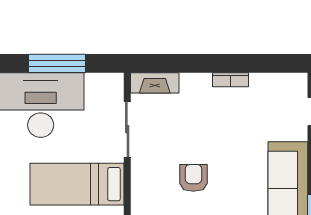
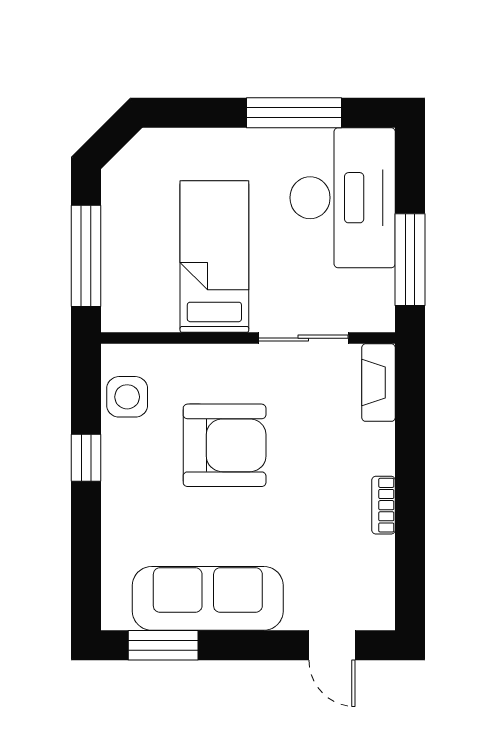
window: (57, 63) -> (410, 260), moved
armchair: (193, 178) -> (225, 445), width x1.88, depth x1.88

